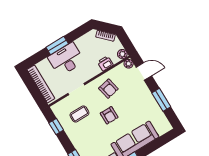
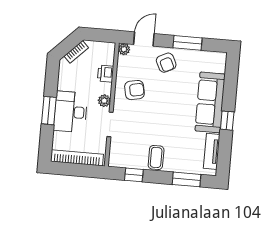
plant: (122, 54) -> (104, 101), moved
coffee table: (79, 114) -> (156, 157), moved
armchair: (109, 115) -> (166, 63), moved, turned 64

